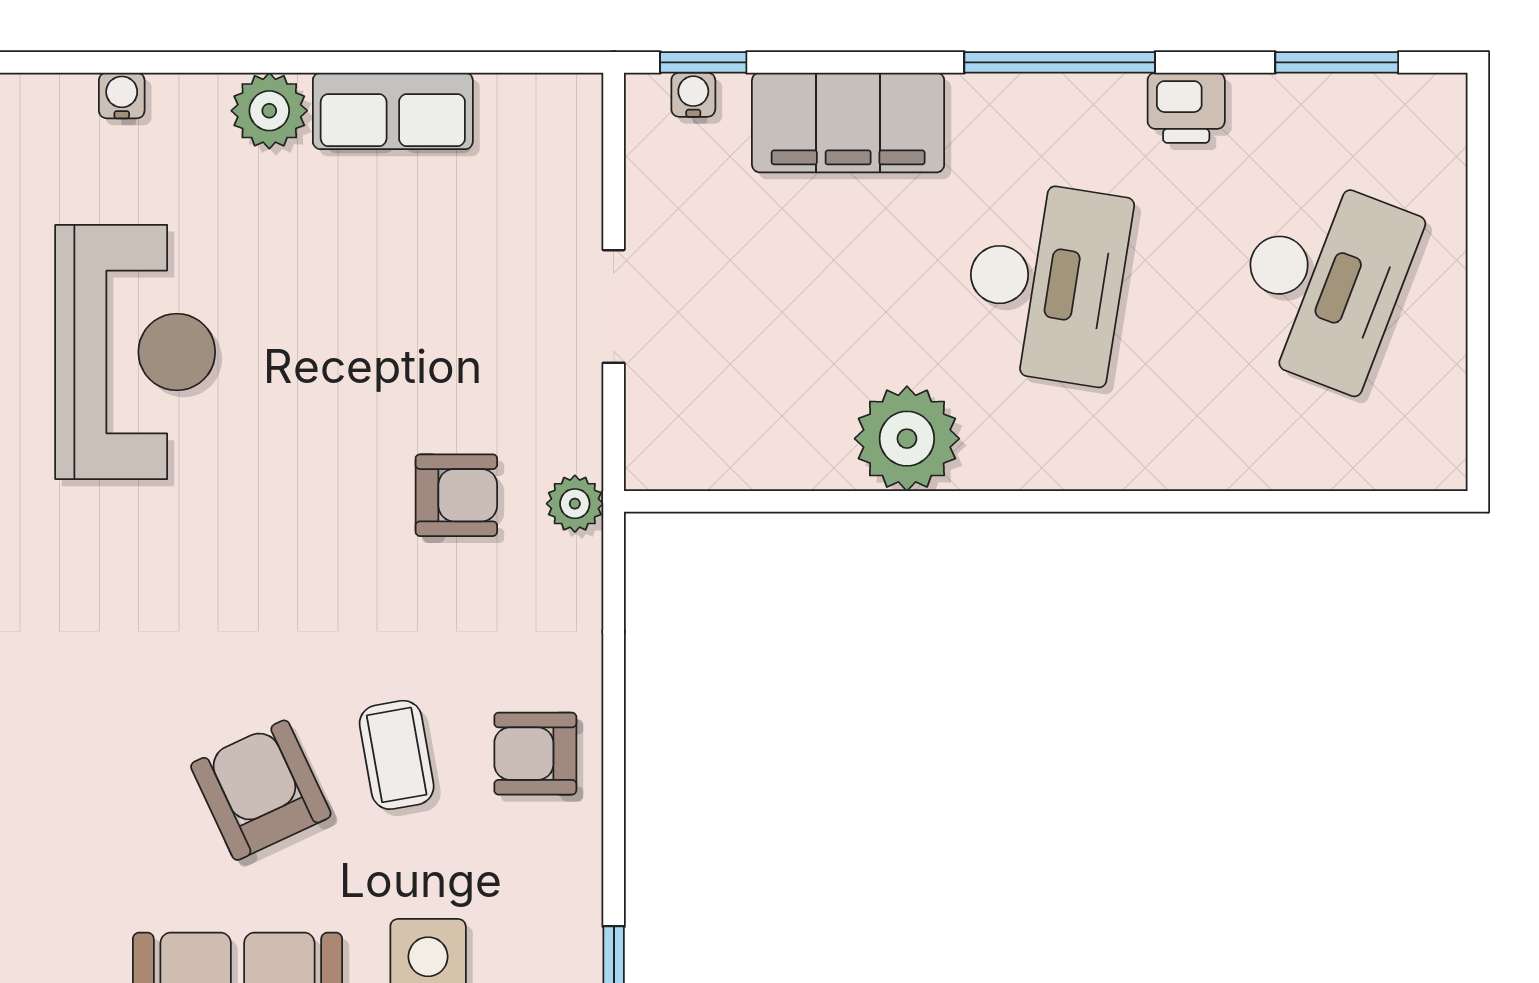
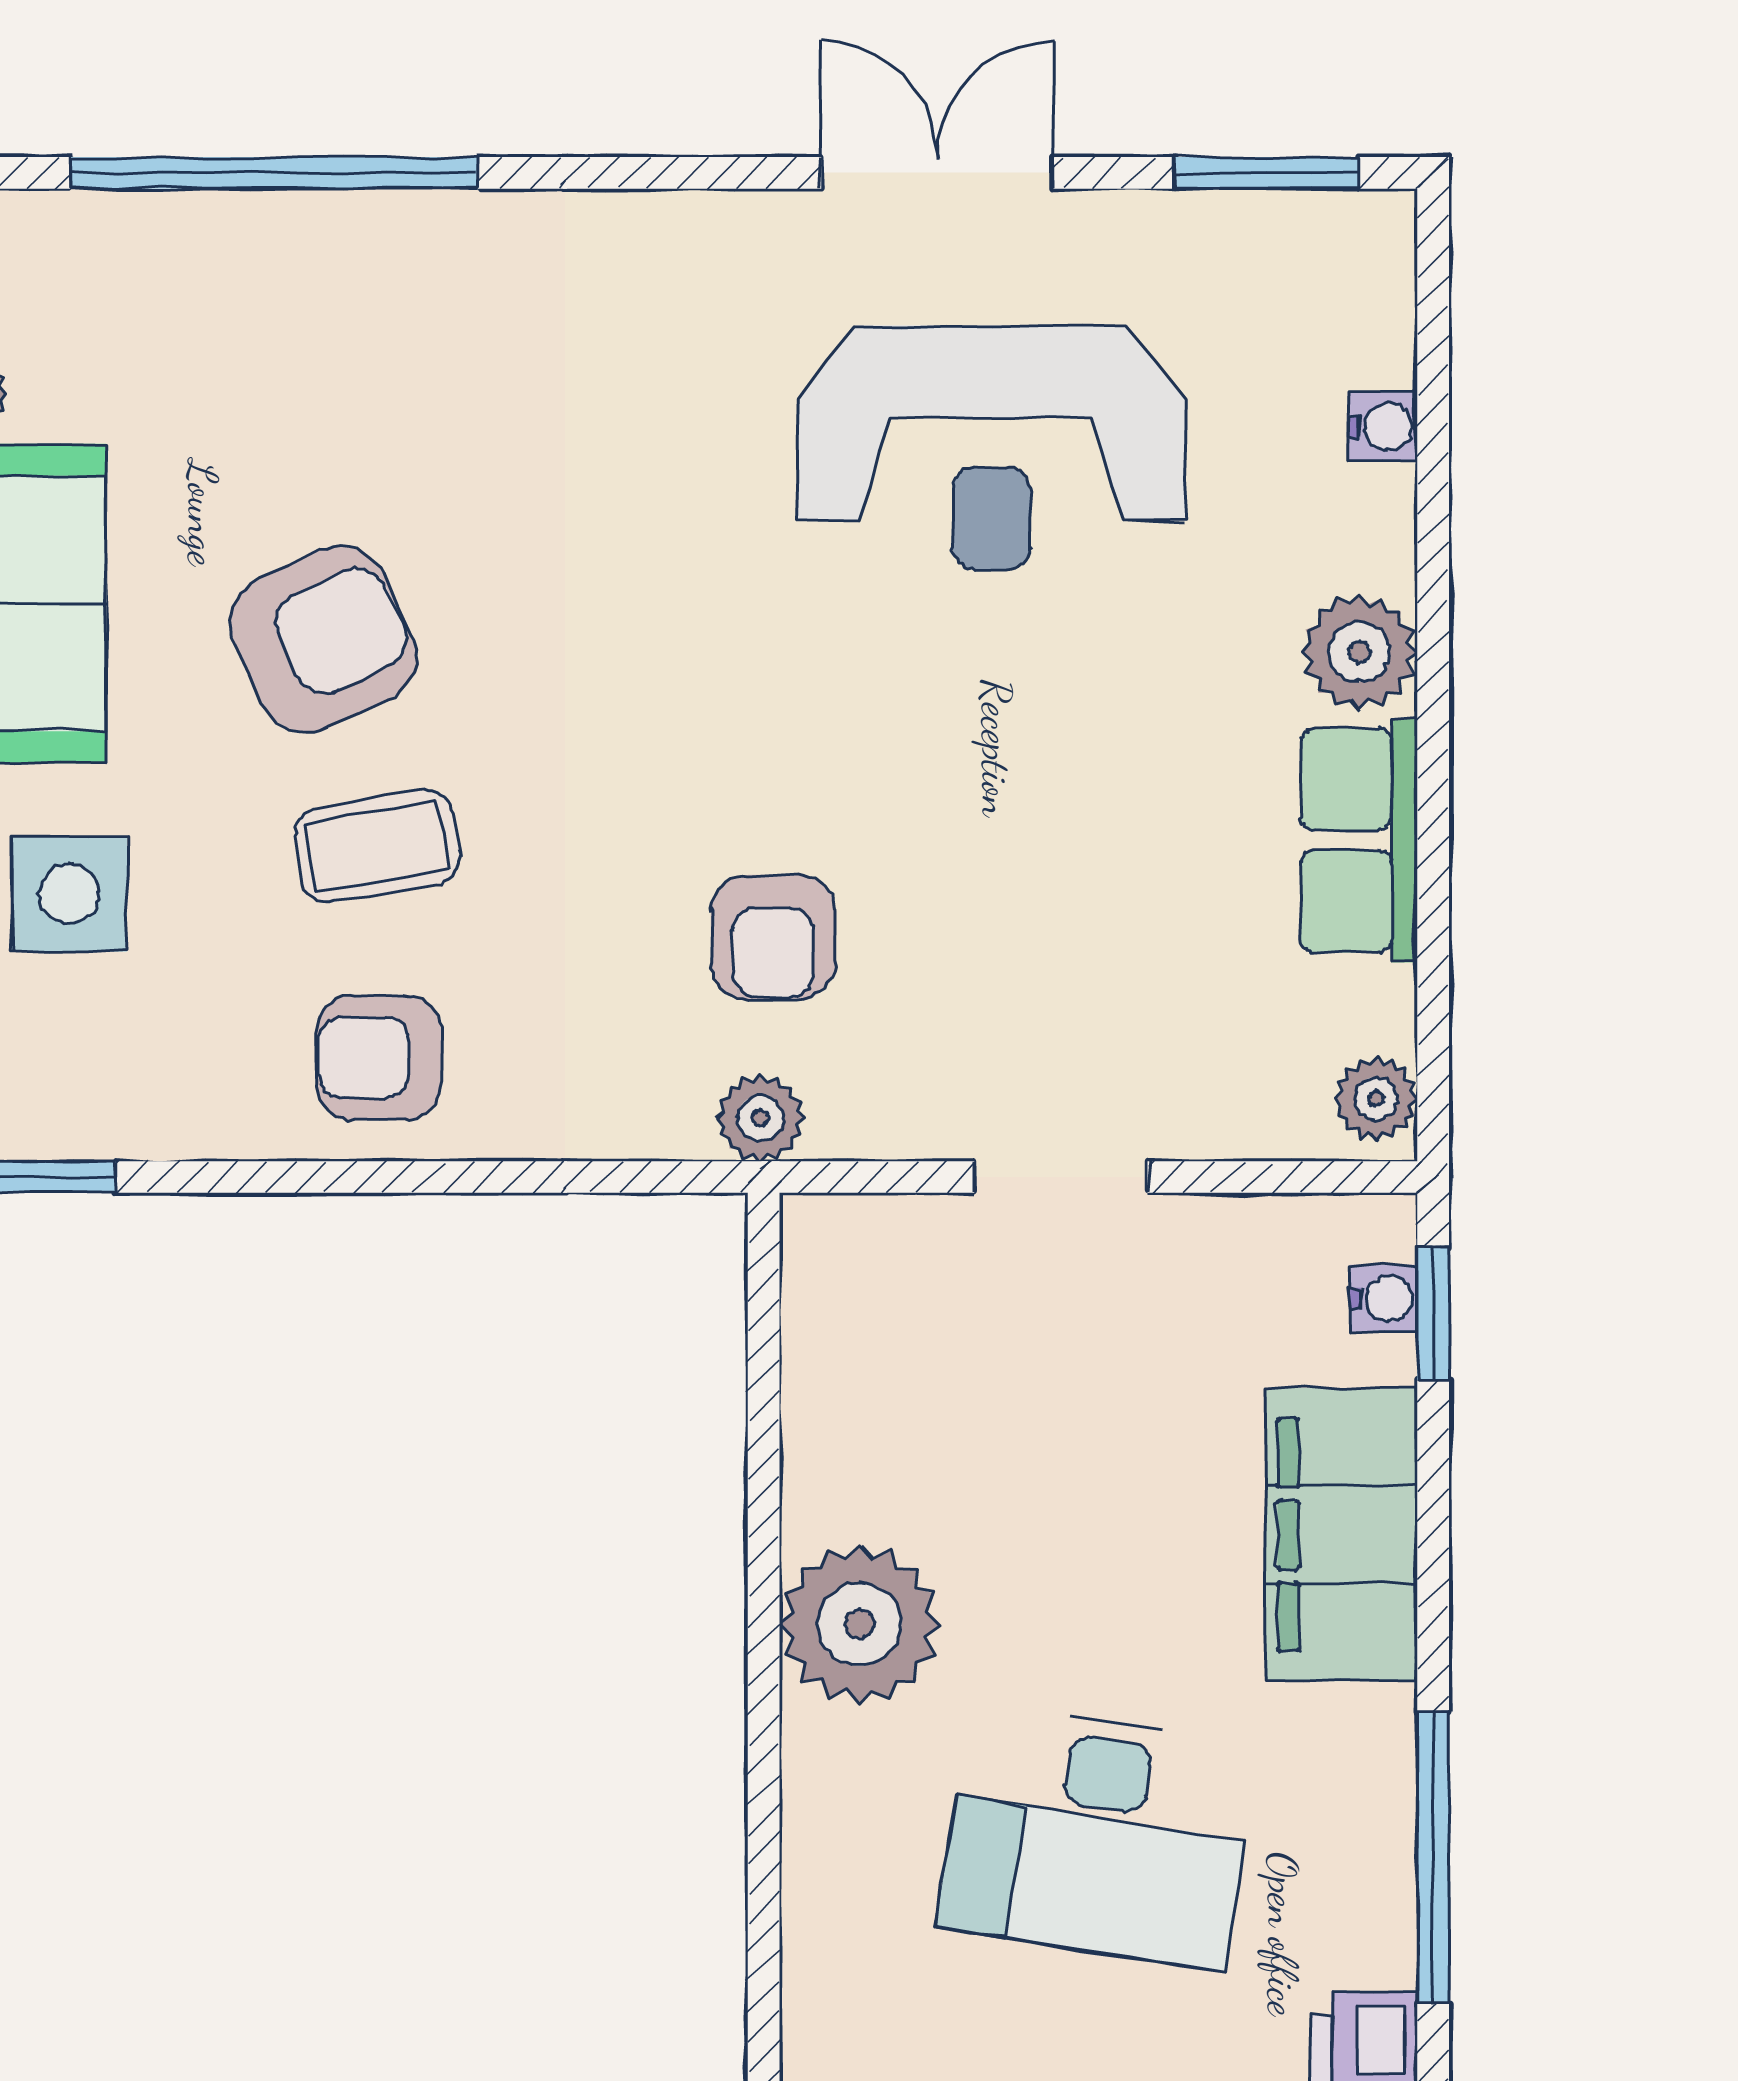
plant: (562, 100) -> (1376, 1099), added
armchair: (535, 754) -> (379, 1058), turned -90

